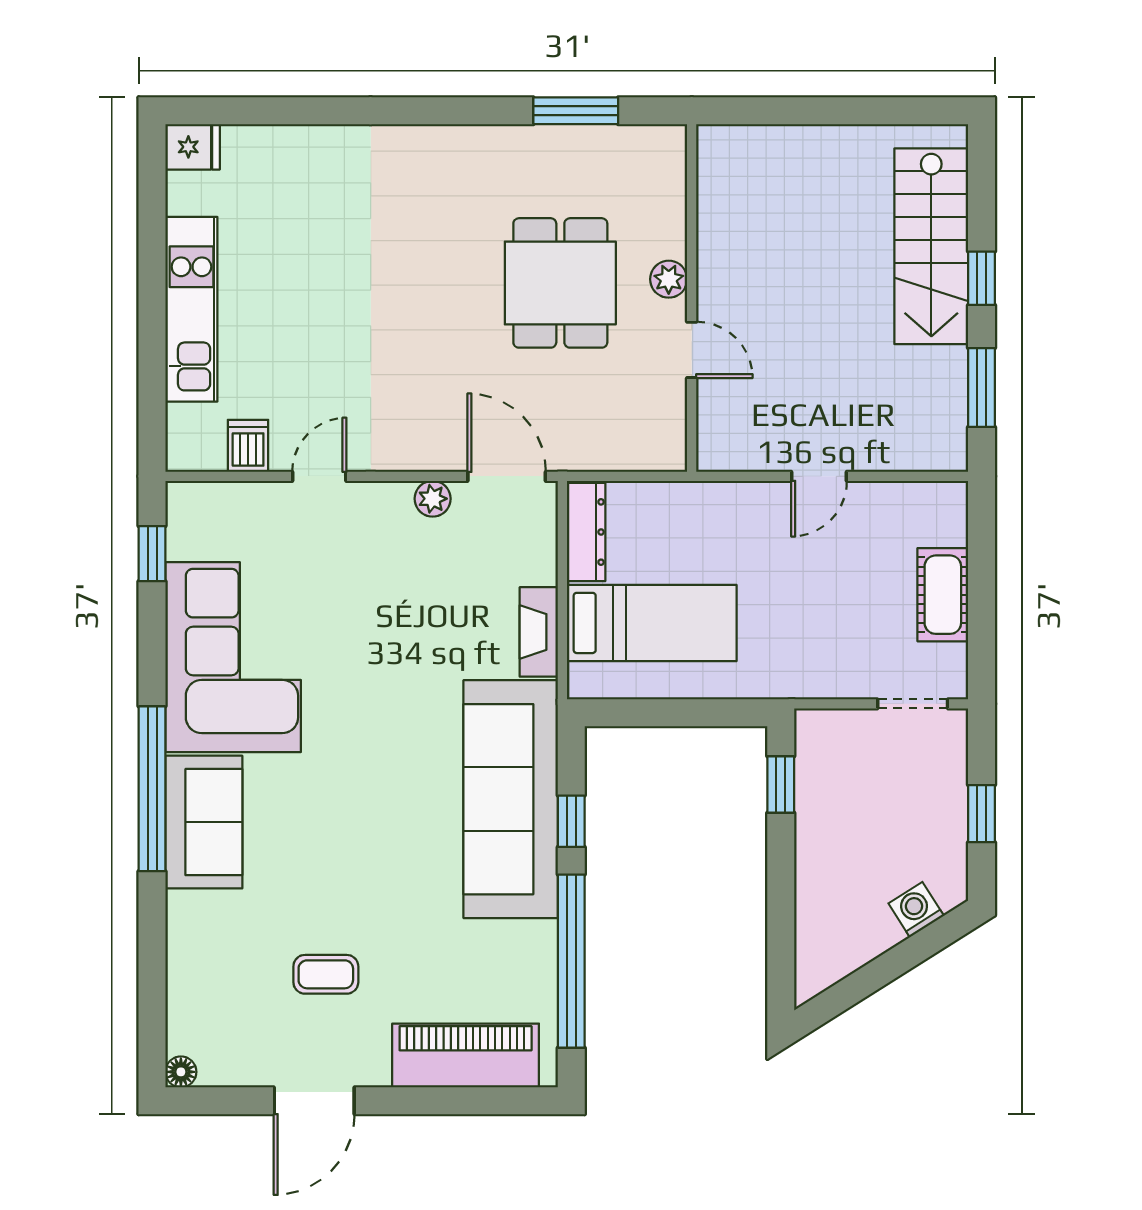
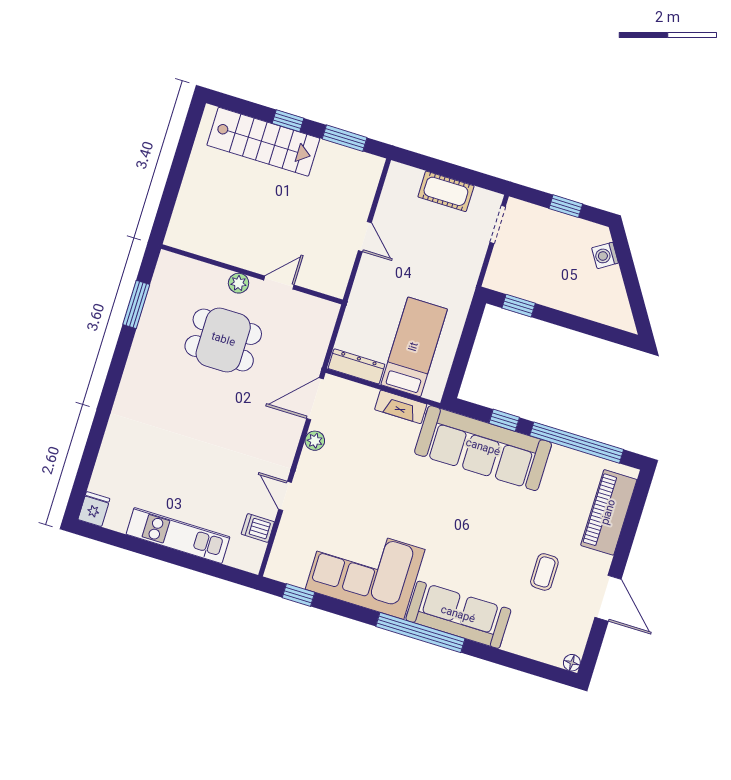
sofa: (204, 822) -> (458, 615), width x1.36

